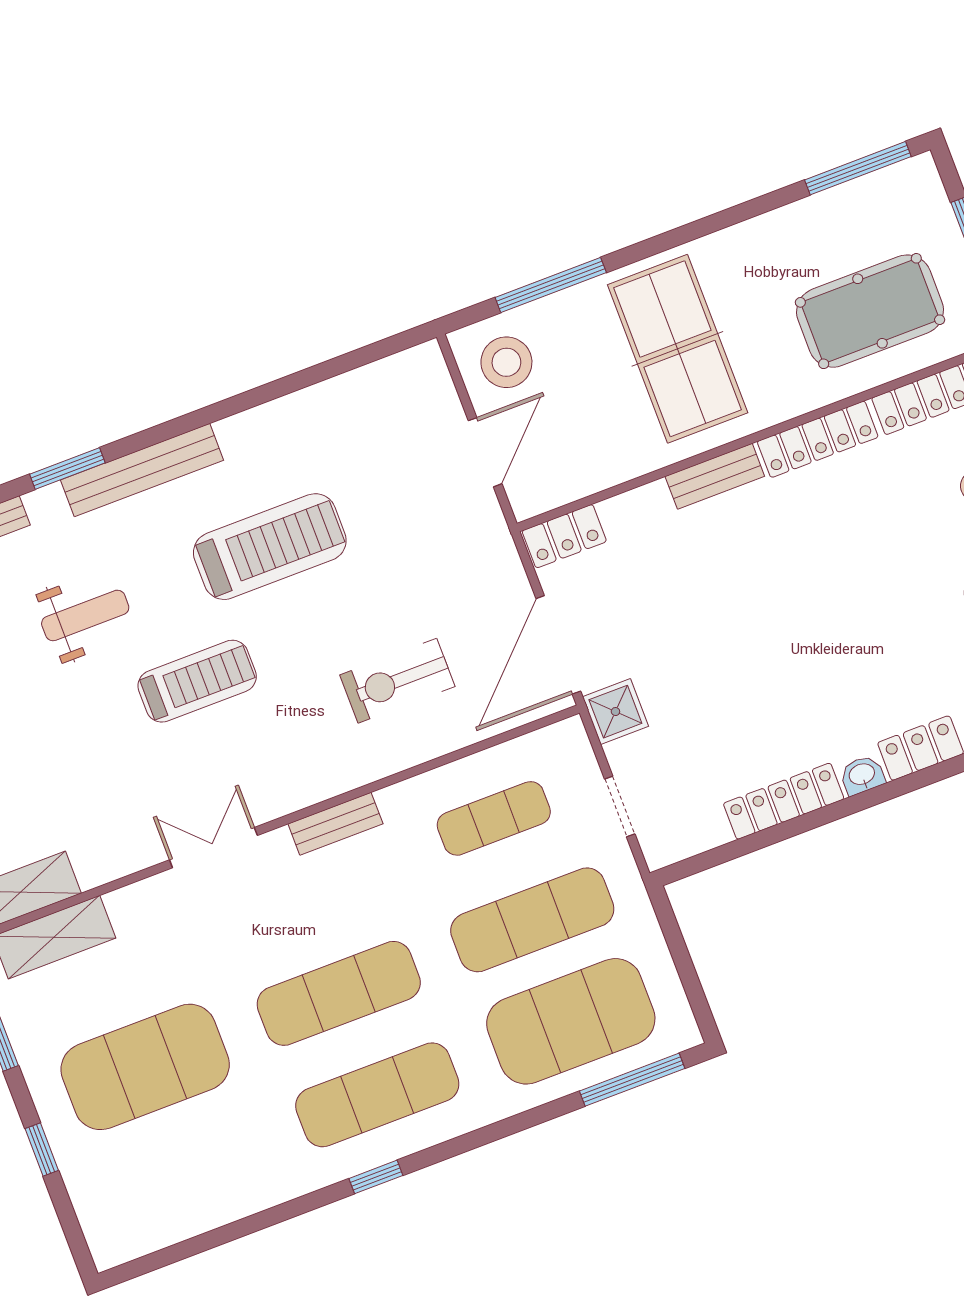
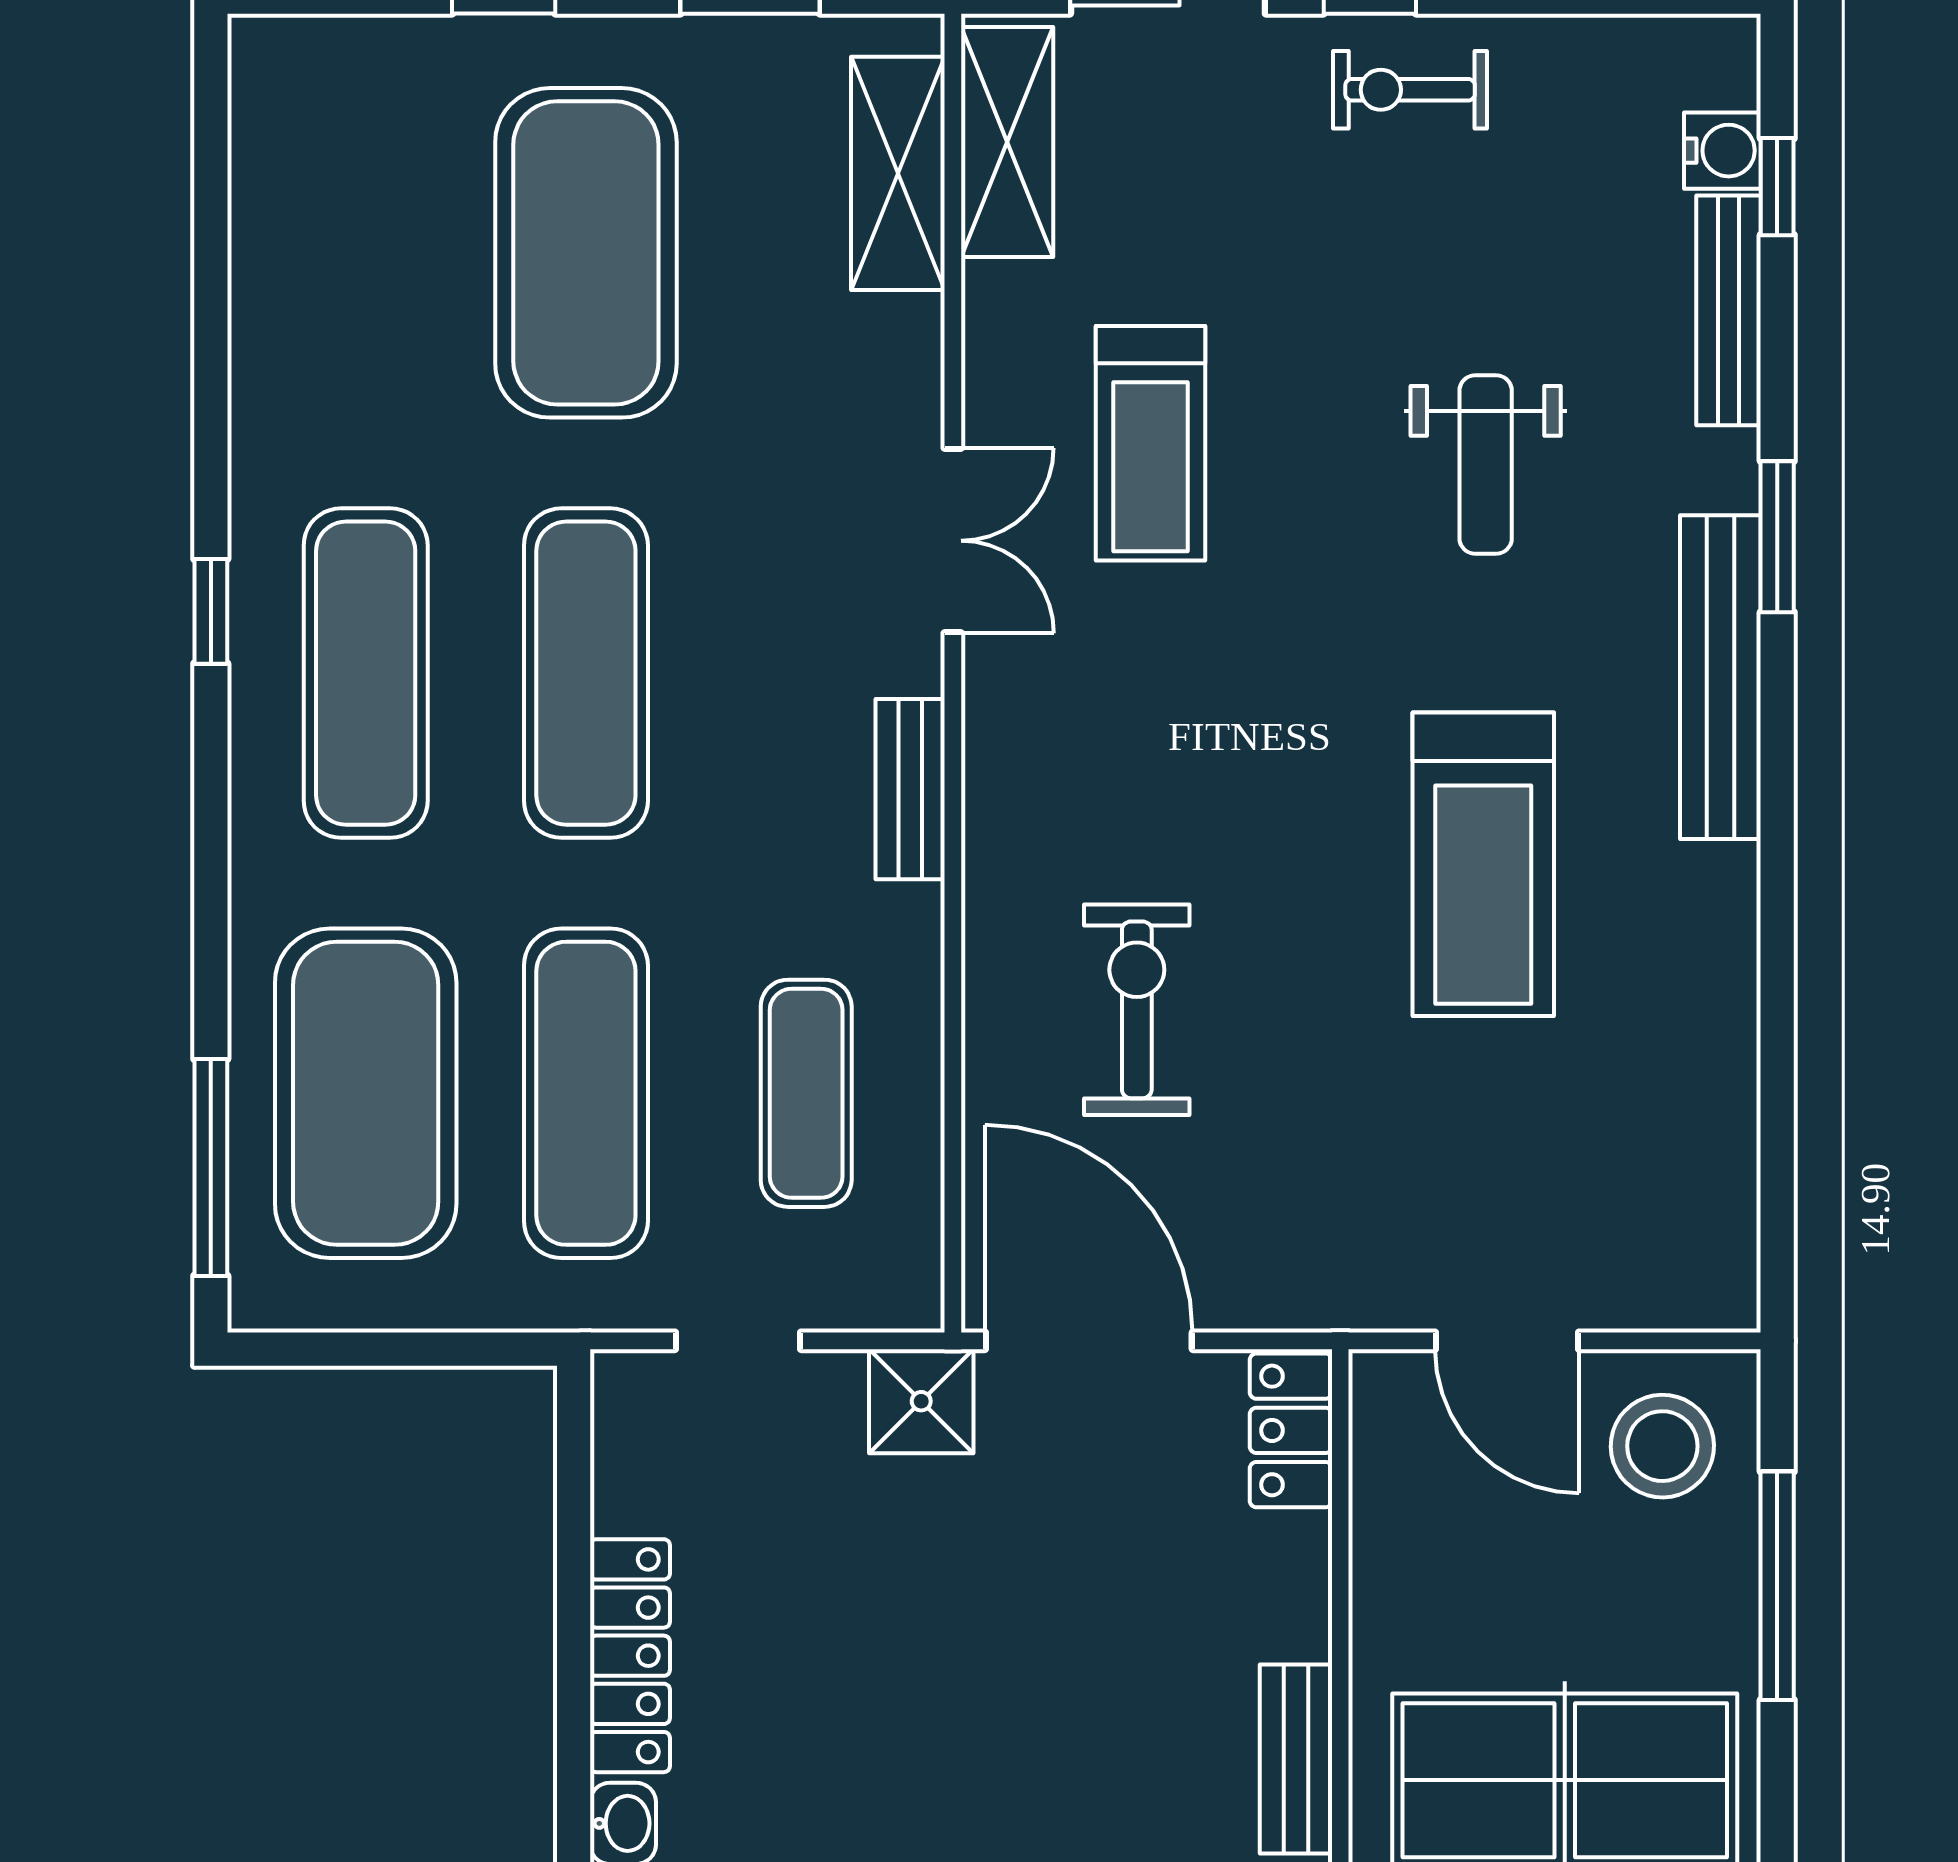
treadmill: (197, 681) -> (1150, 443), moved

